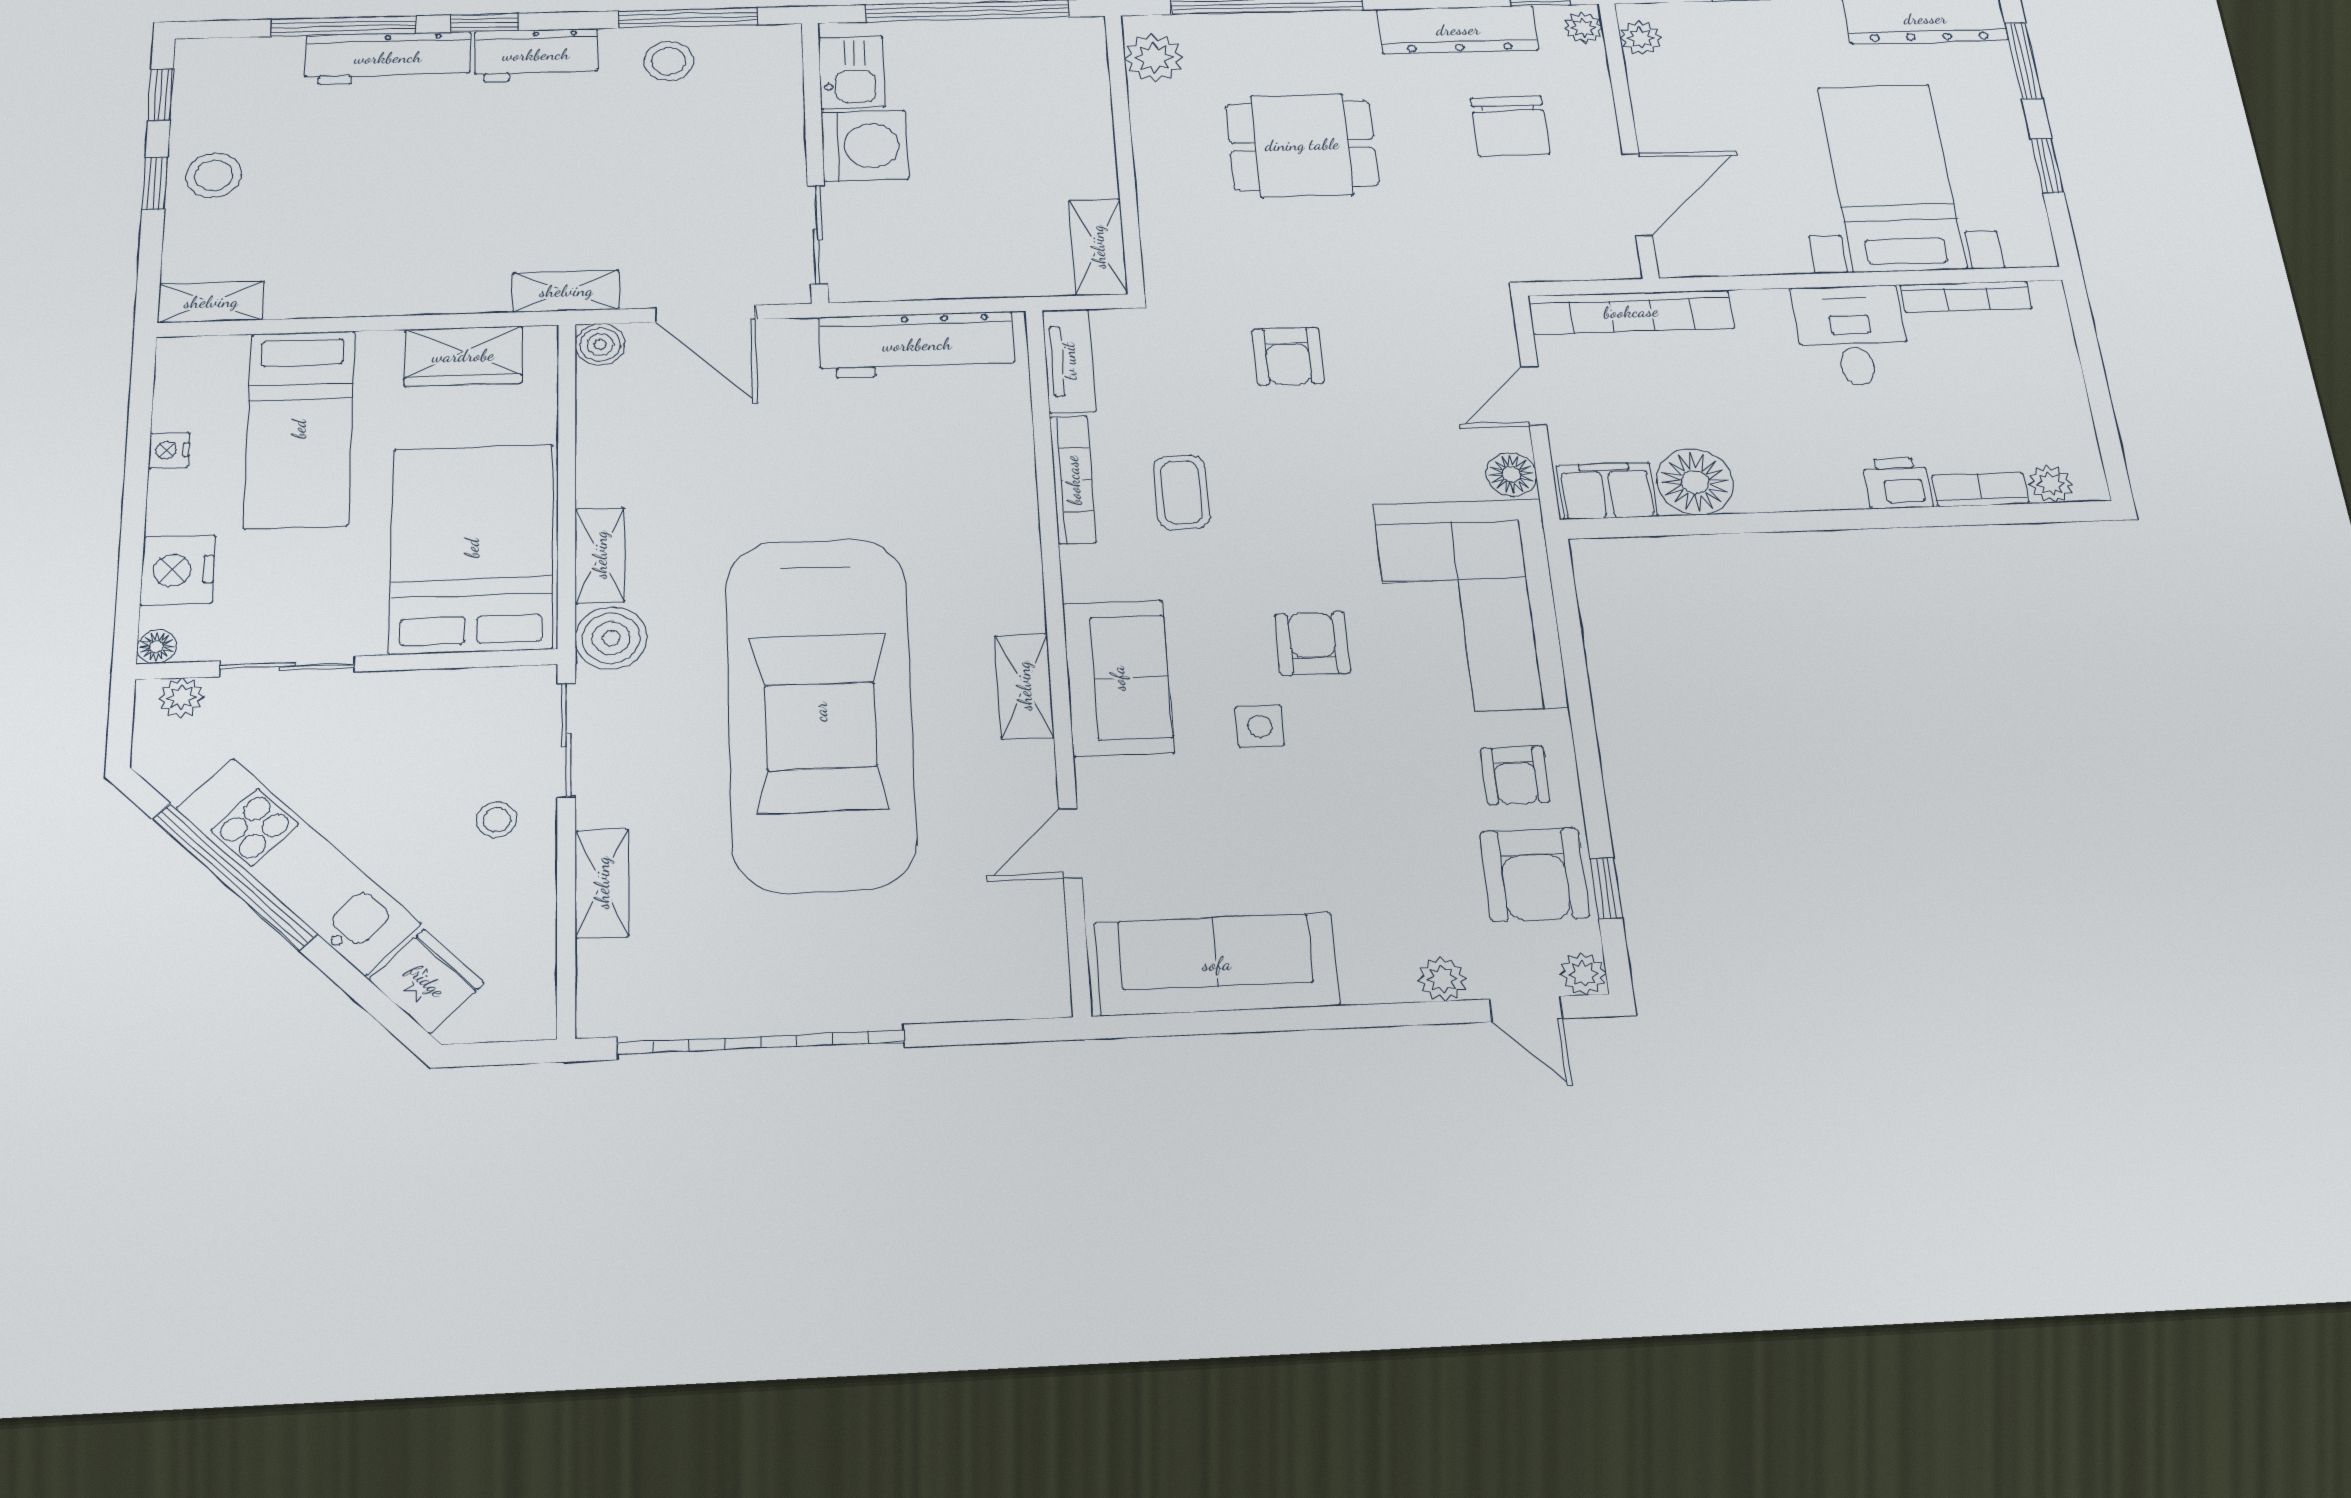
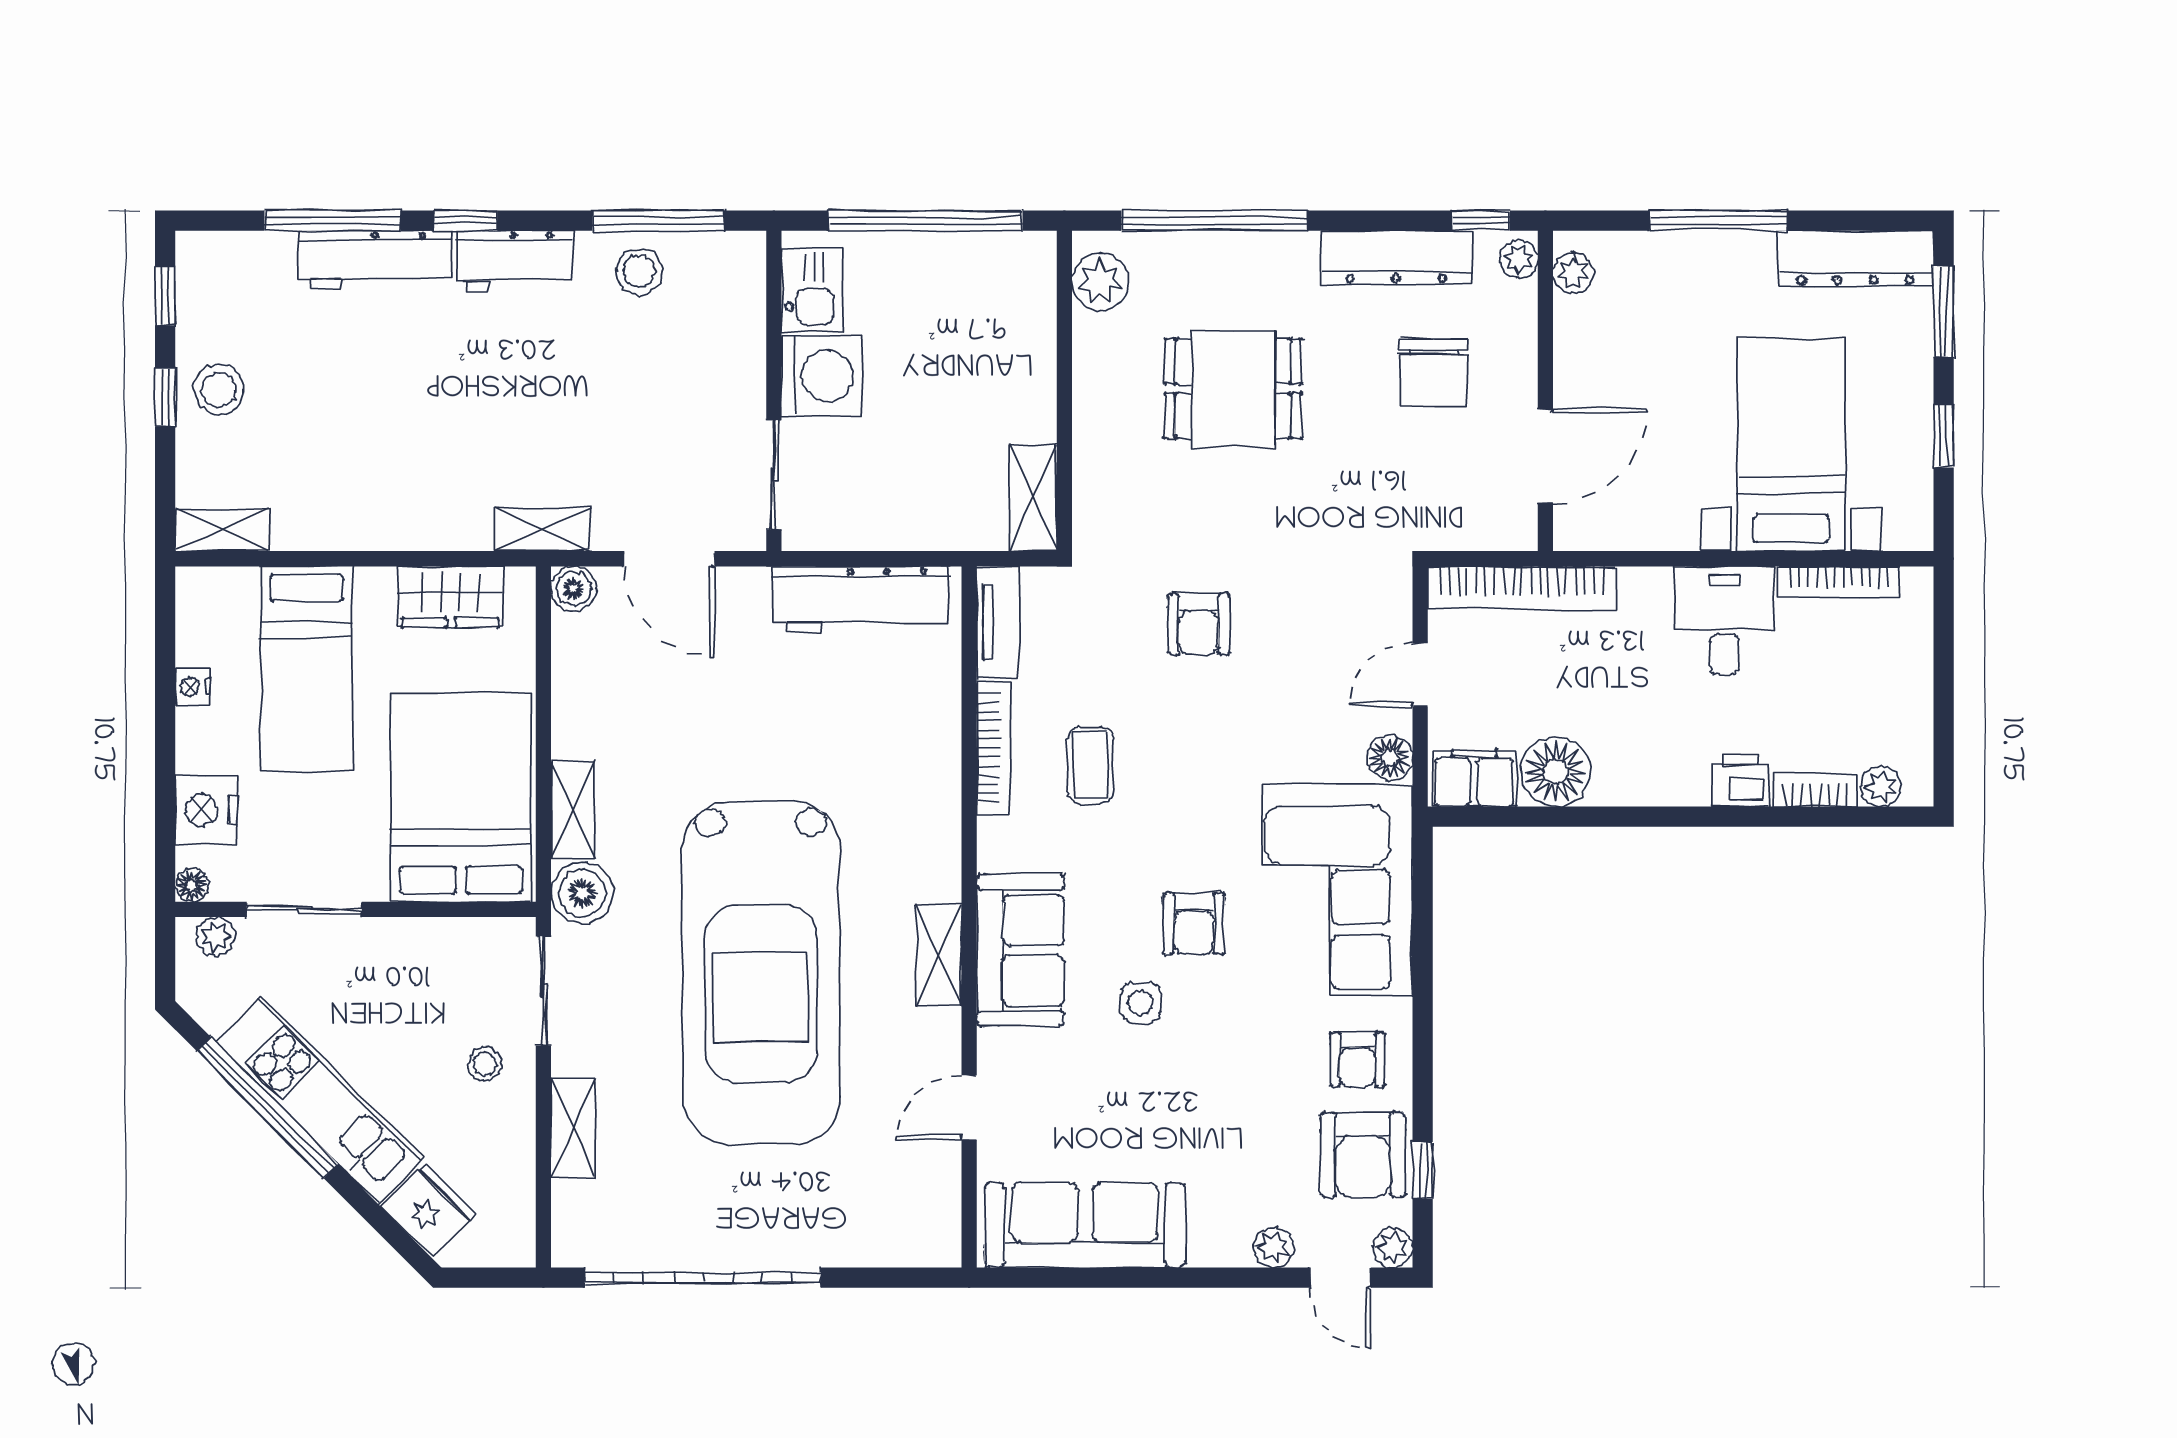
armchair: (1313, 644) -> (1194, 924), turned 180

